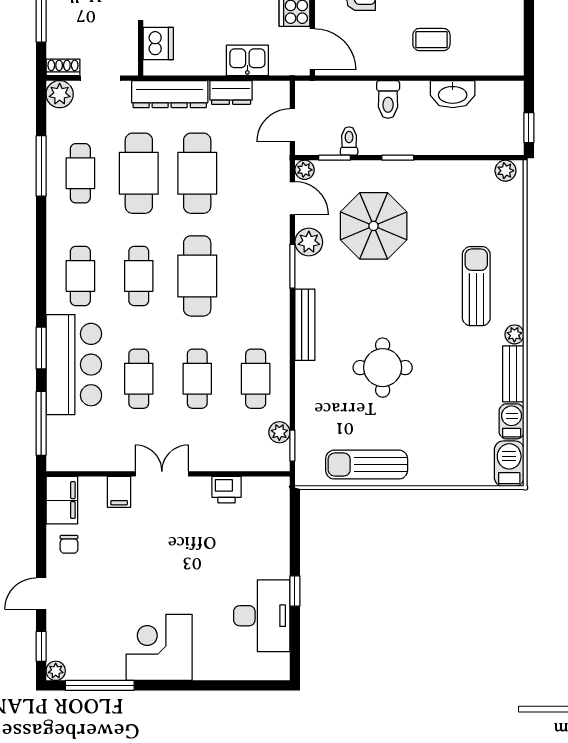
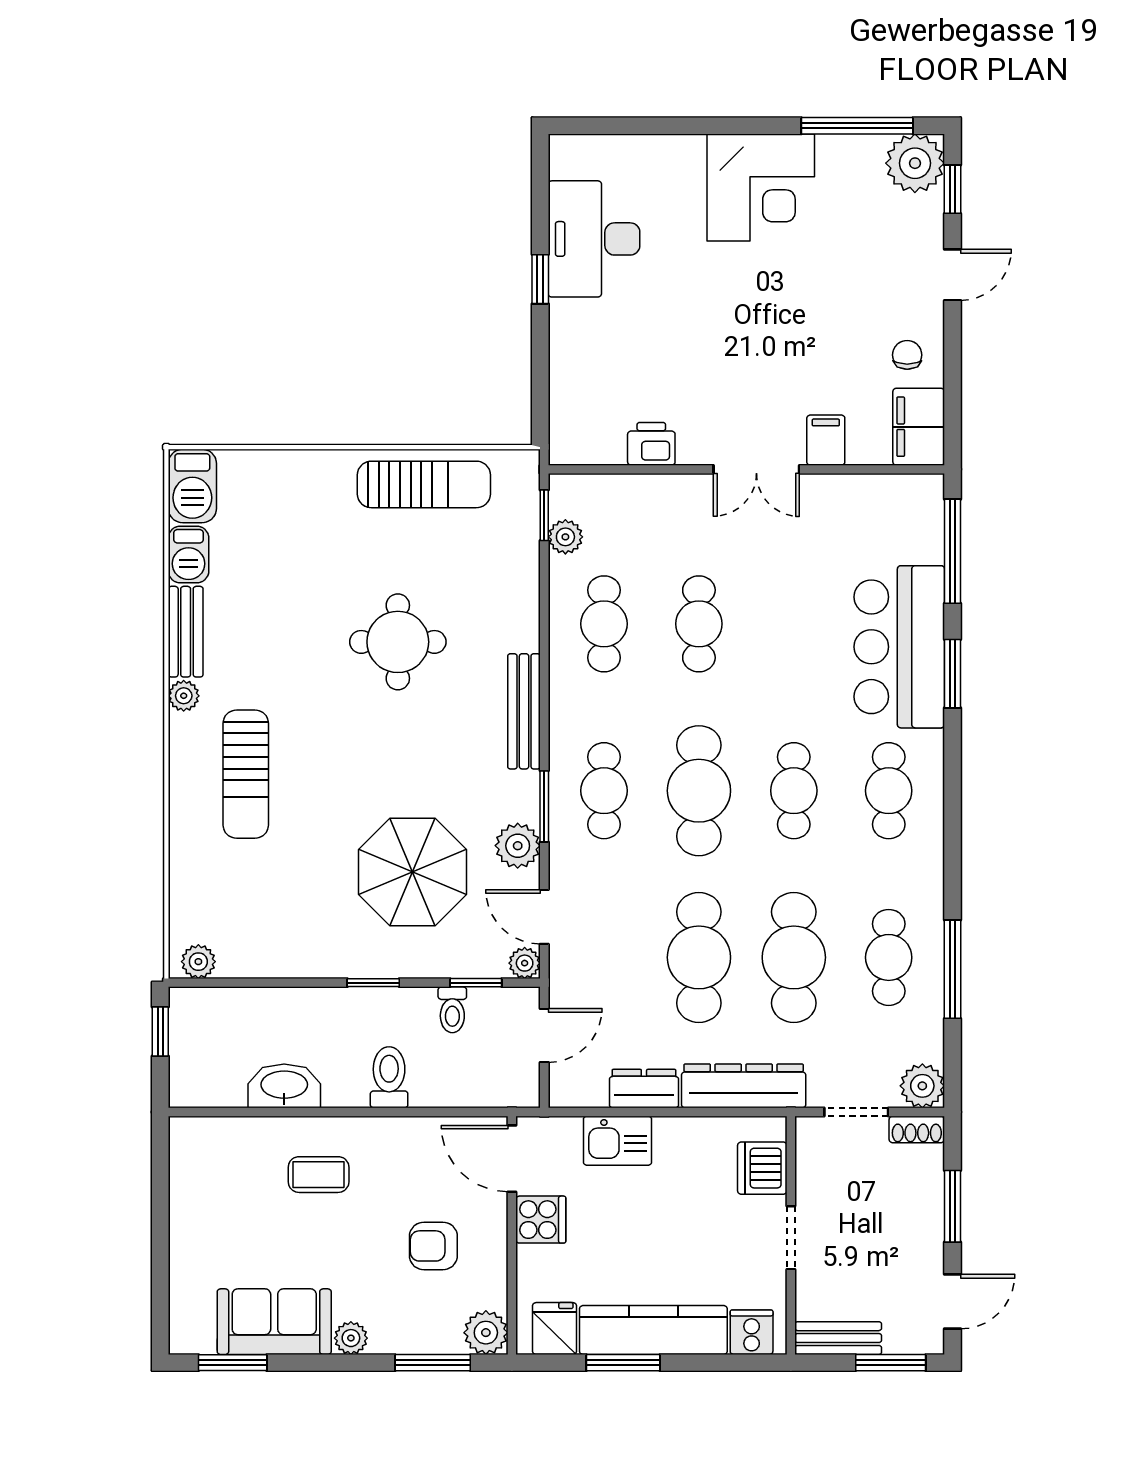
cafe table: (139, 379) -> (604, 791), moved
plant: (56, 671) -> (915, 163), width x1.88, depth x1.88

